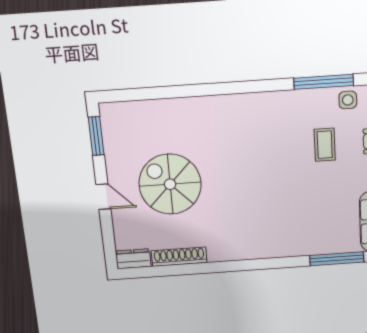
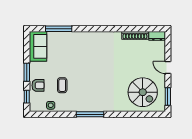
window: (324, 82) -> (90, 114), moved
spiral stairs: (170, 184) -> (143, 92), moved

